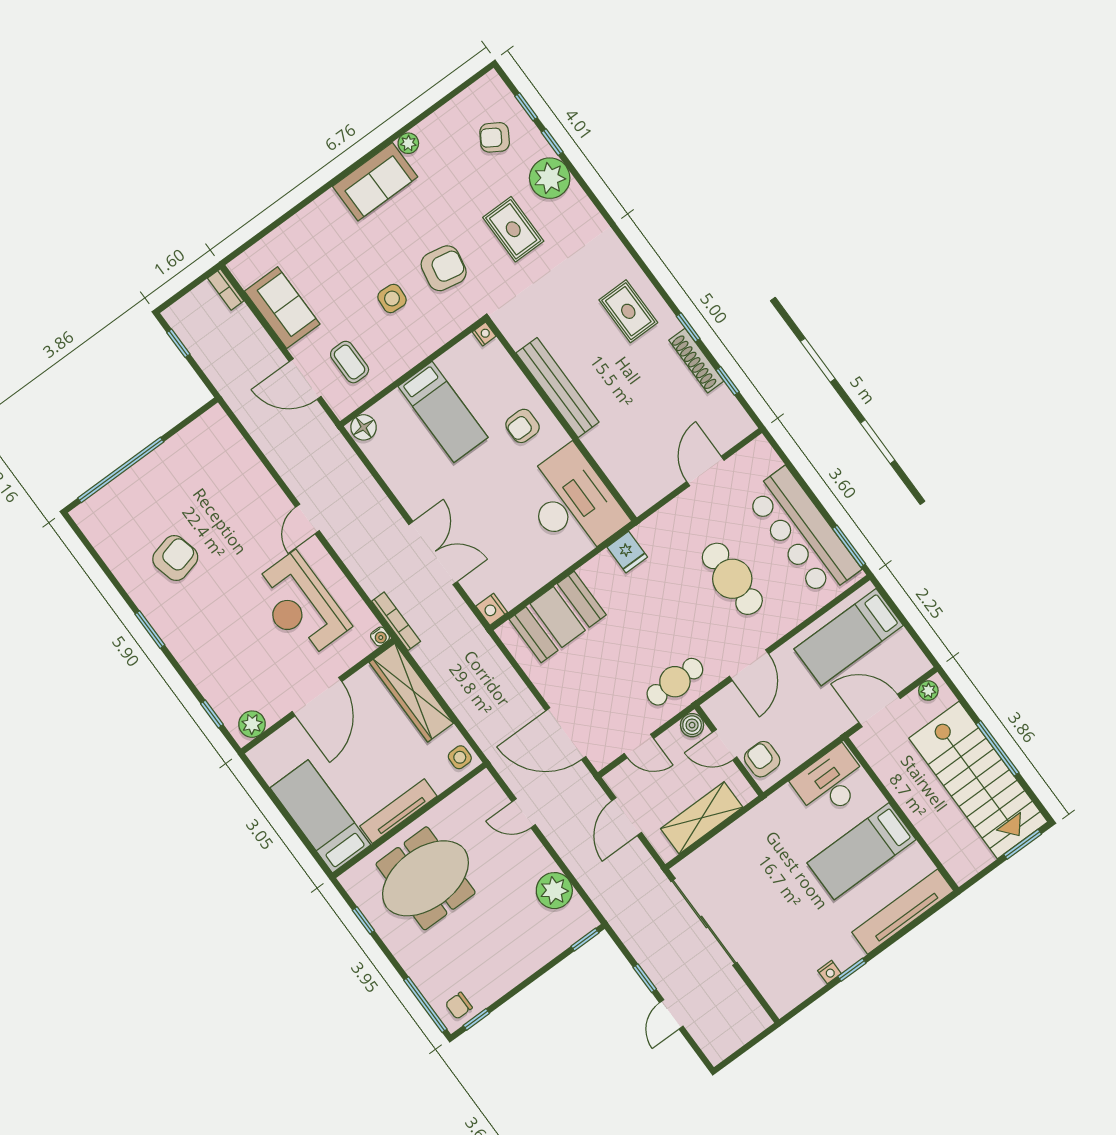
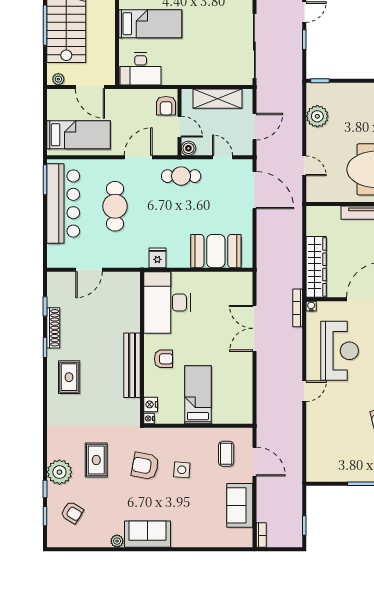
floor lamp: (364, 427) -> (243, 416), removed
nightstand: (492, 609) -> (151, 404), moved, turned 180
side table: (460, 757) -> (316, 217), removed

